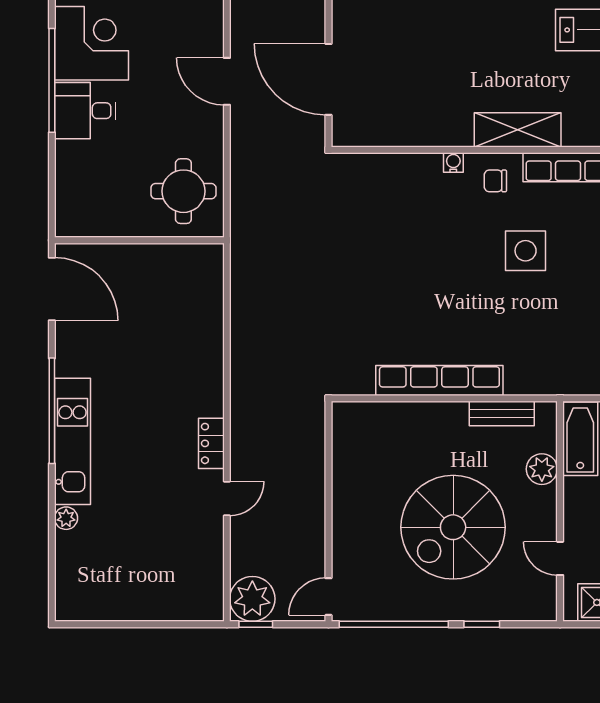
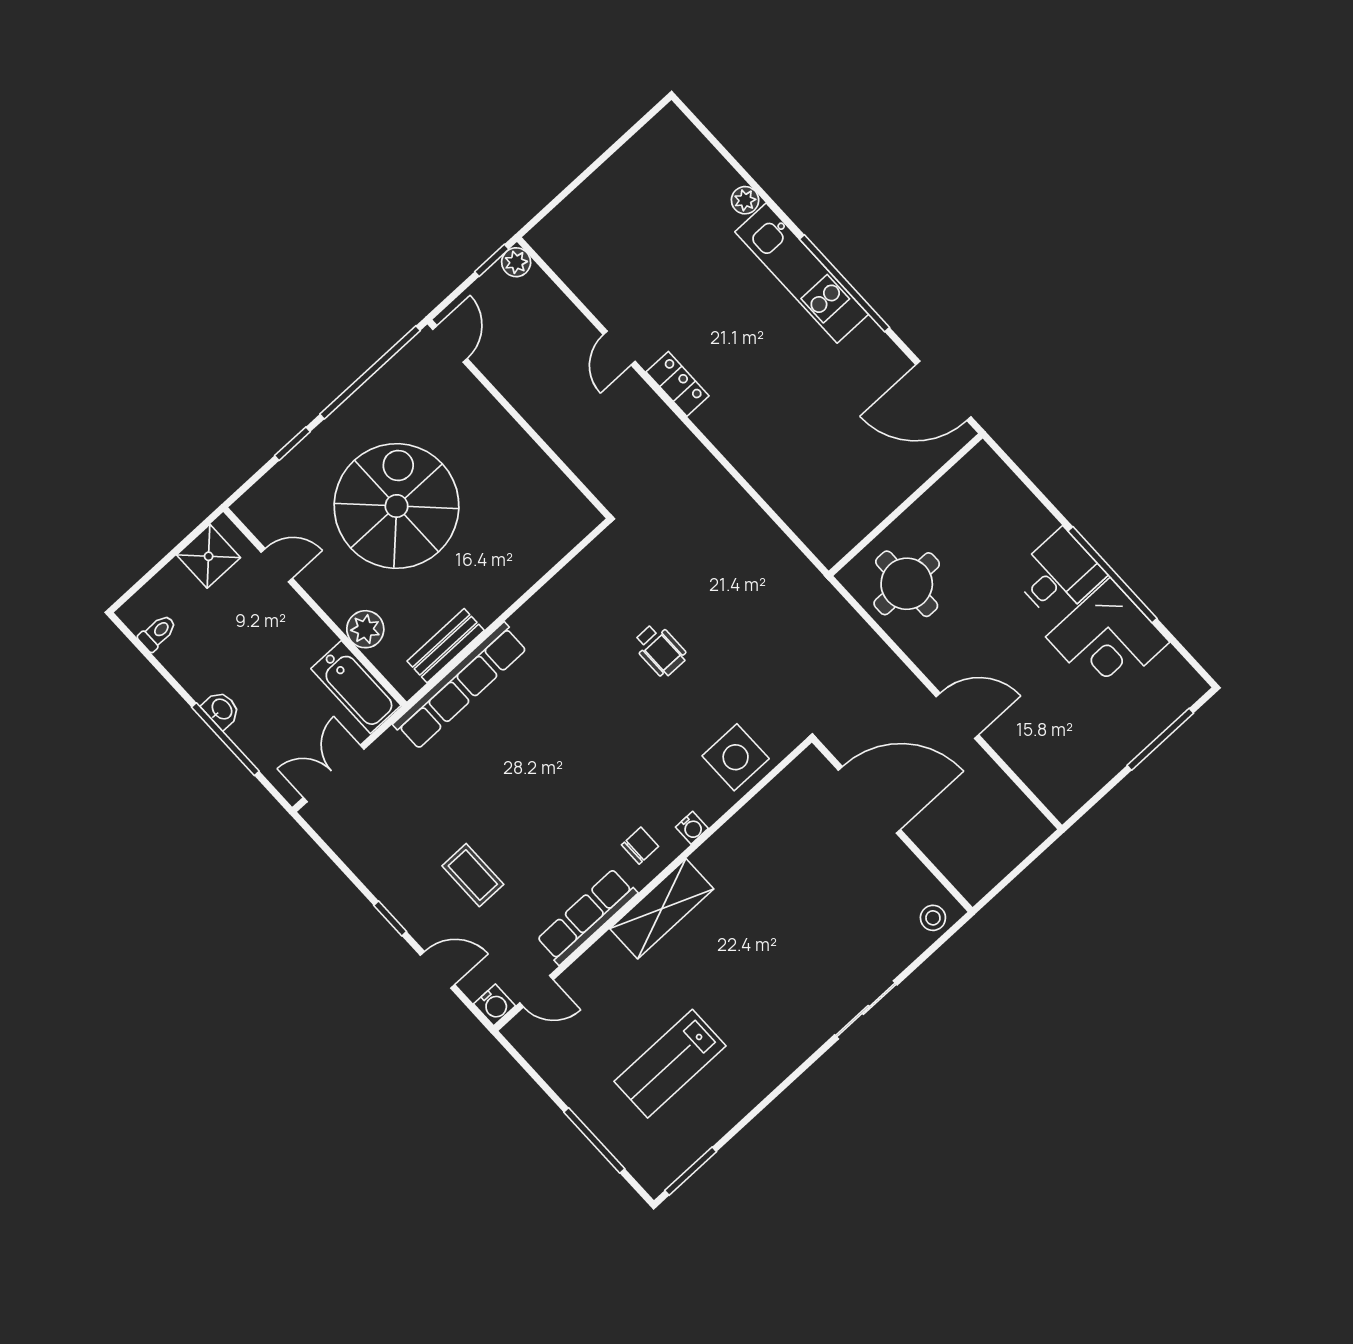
side table: (526, 251) -> (736, 757), moved
wheelchair: (372, 290) -> (660, 650), added
row of seats: (439, 381) -> (460, 686), moved
plant: (252, 599) -> (516, 262), width x0.53, depth x0.53

